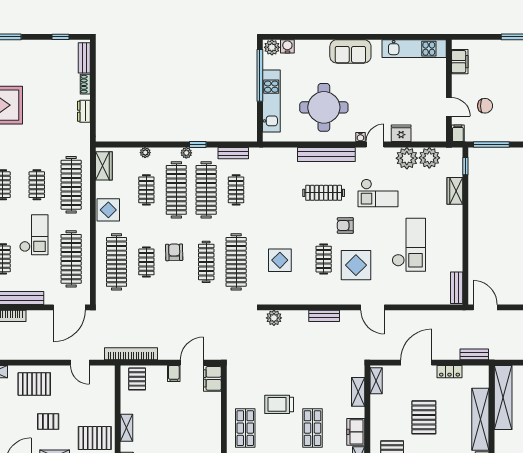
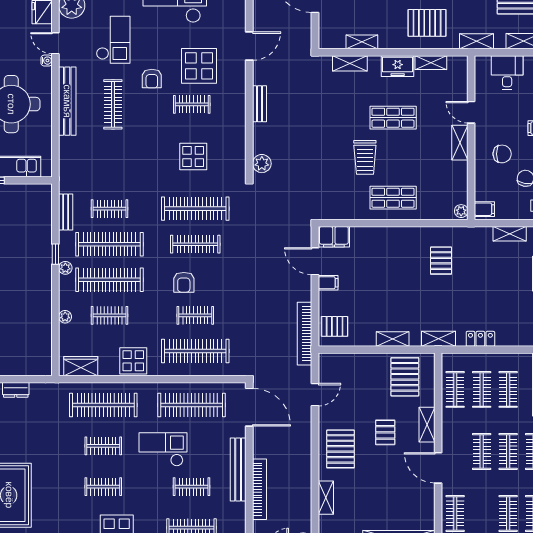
armchair: (174, 252) -> (184, 282), turned -89
shelving: (376, 381) -> (362, 42), moved

